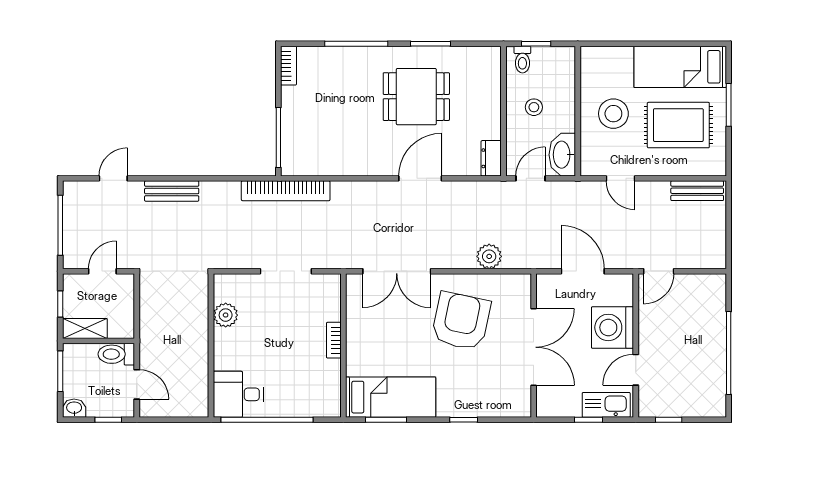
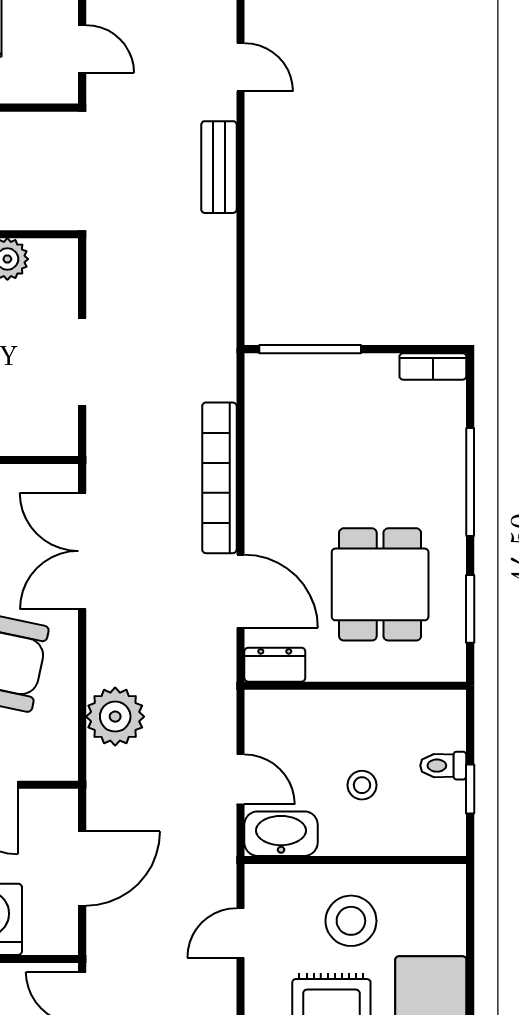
wall: (503, 111) -> (355, 686), moved
dresser: (491, 158) -> (275, 665), moved
bookcase: (286, 191) -> (219, 478), moved
plant: (489, 256) -> (115, 717), width x1.36, depth x1.36

